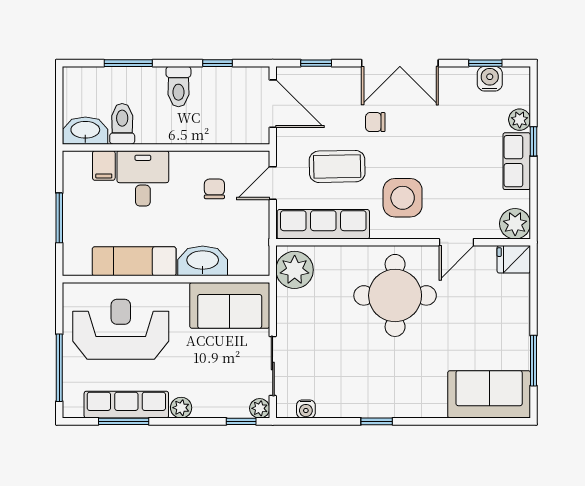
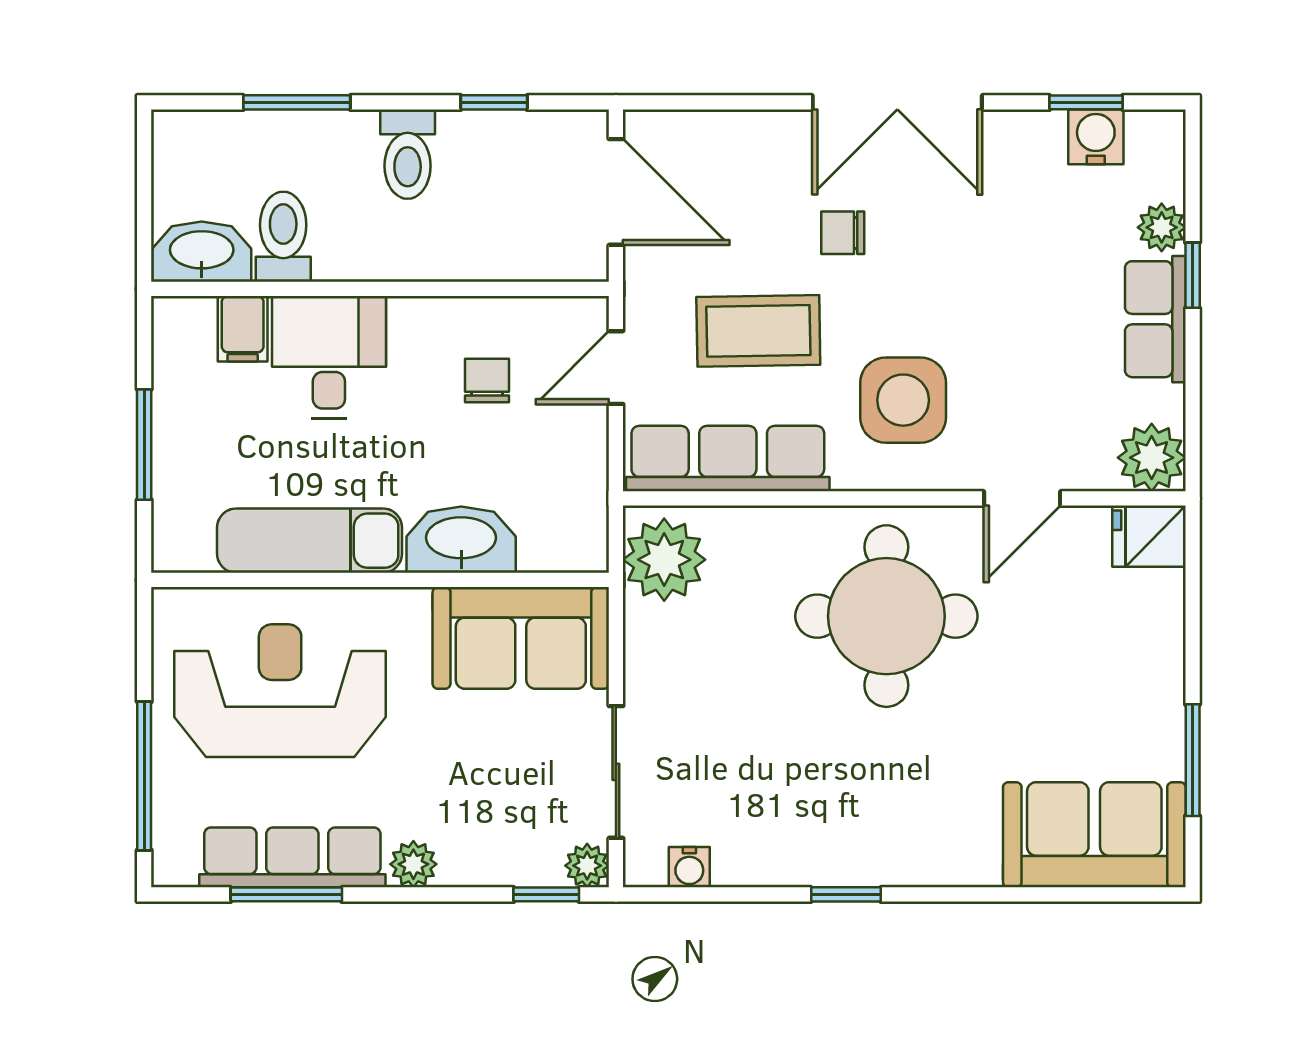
window: (316, 63) -> (712, 102), removed

